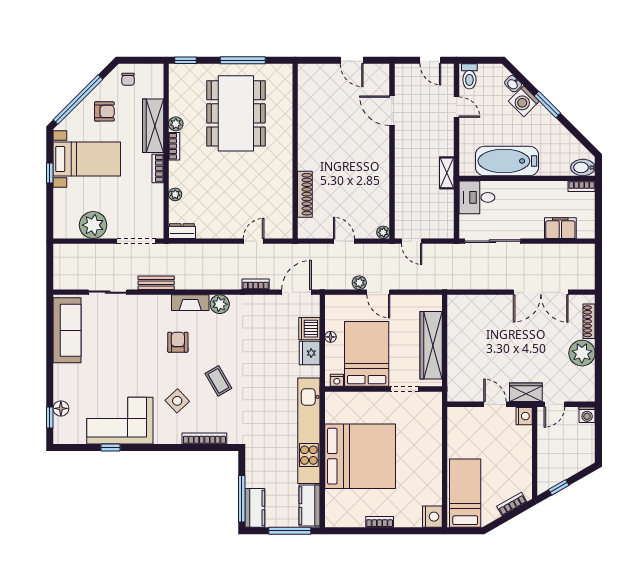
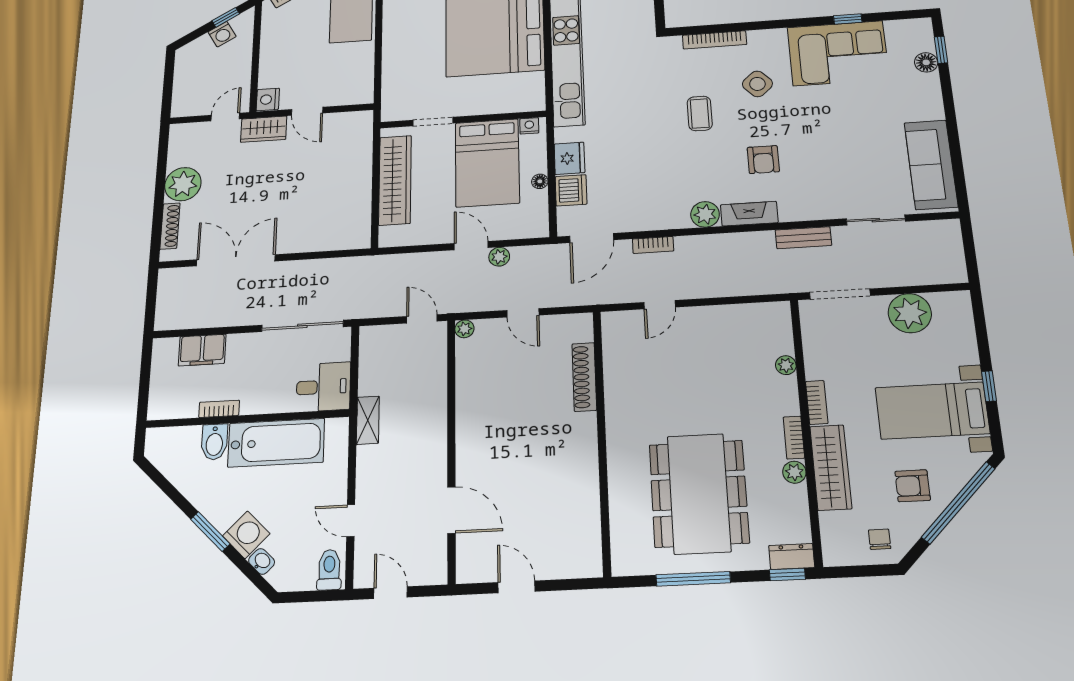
bidet: (583, 167) -> (214, 442), moved, turned 90
bookcase: (582, 186) -> (219, 409), moved
dresser: (182, 231) -> (792, 556), moved, turned 180
coffee table: (218, 381) -> (700, 113), turned 30
washing machine: (587, 415) -> (222, 34), moved, turned 150

